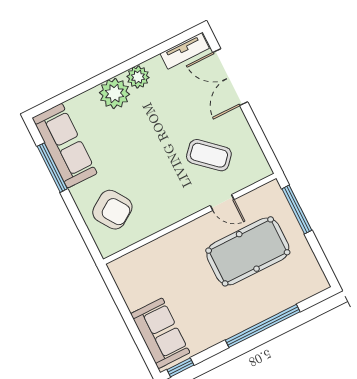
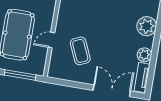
plant: (138, 77) -> (144, 55), moved
coffee table: (209, 155) -> (80, 51), turned -66

